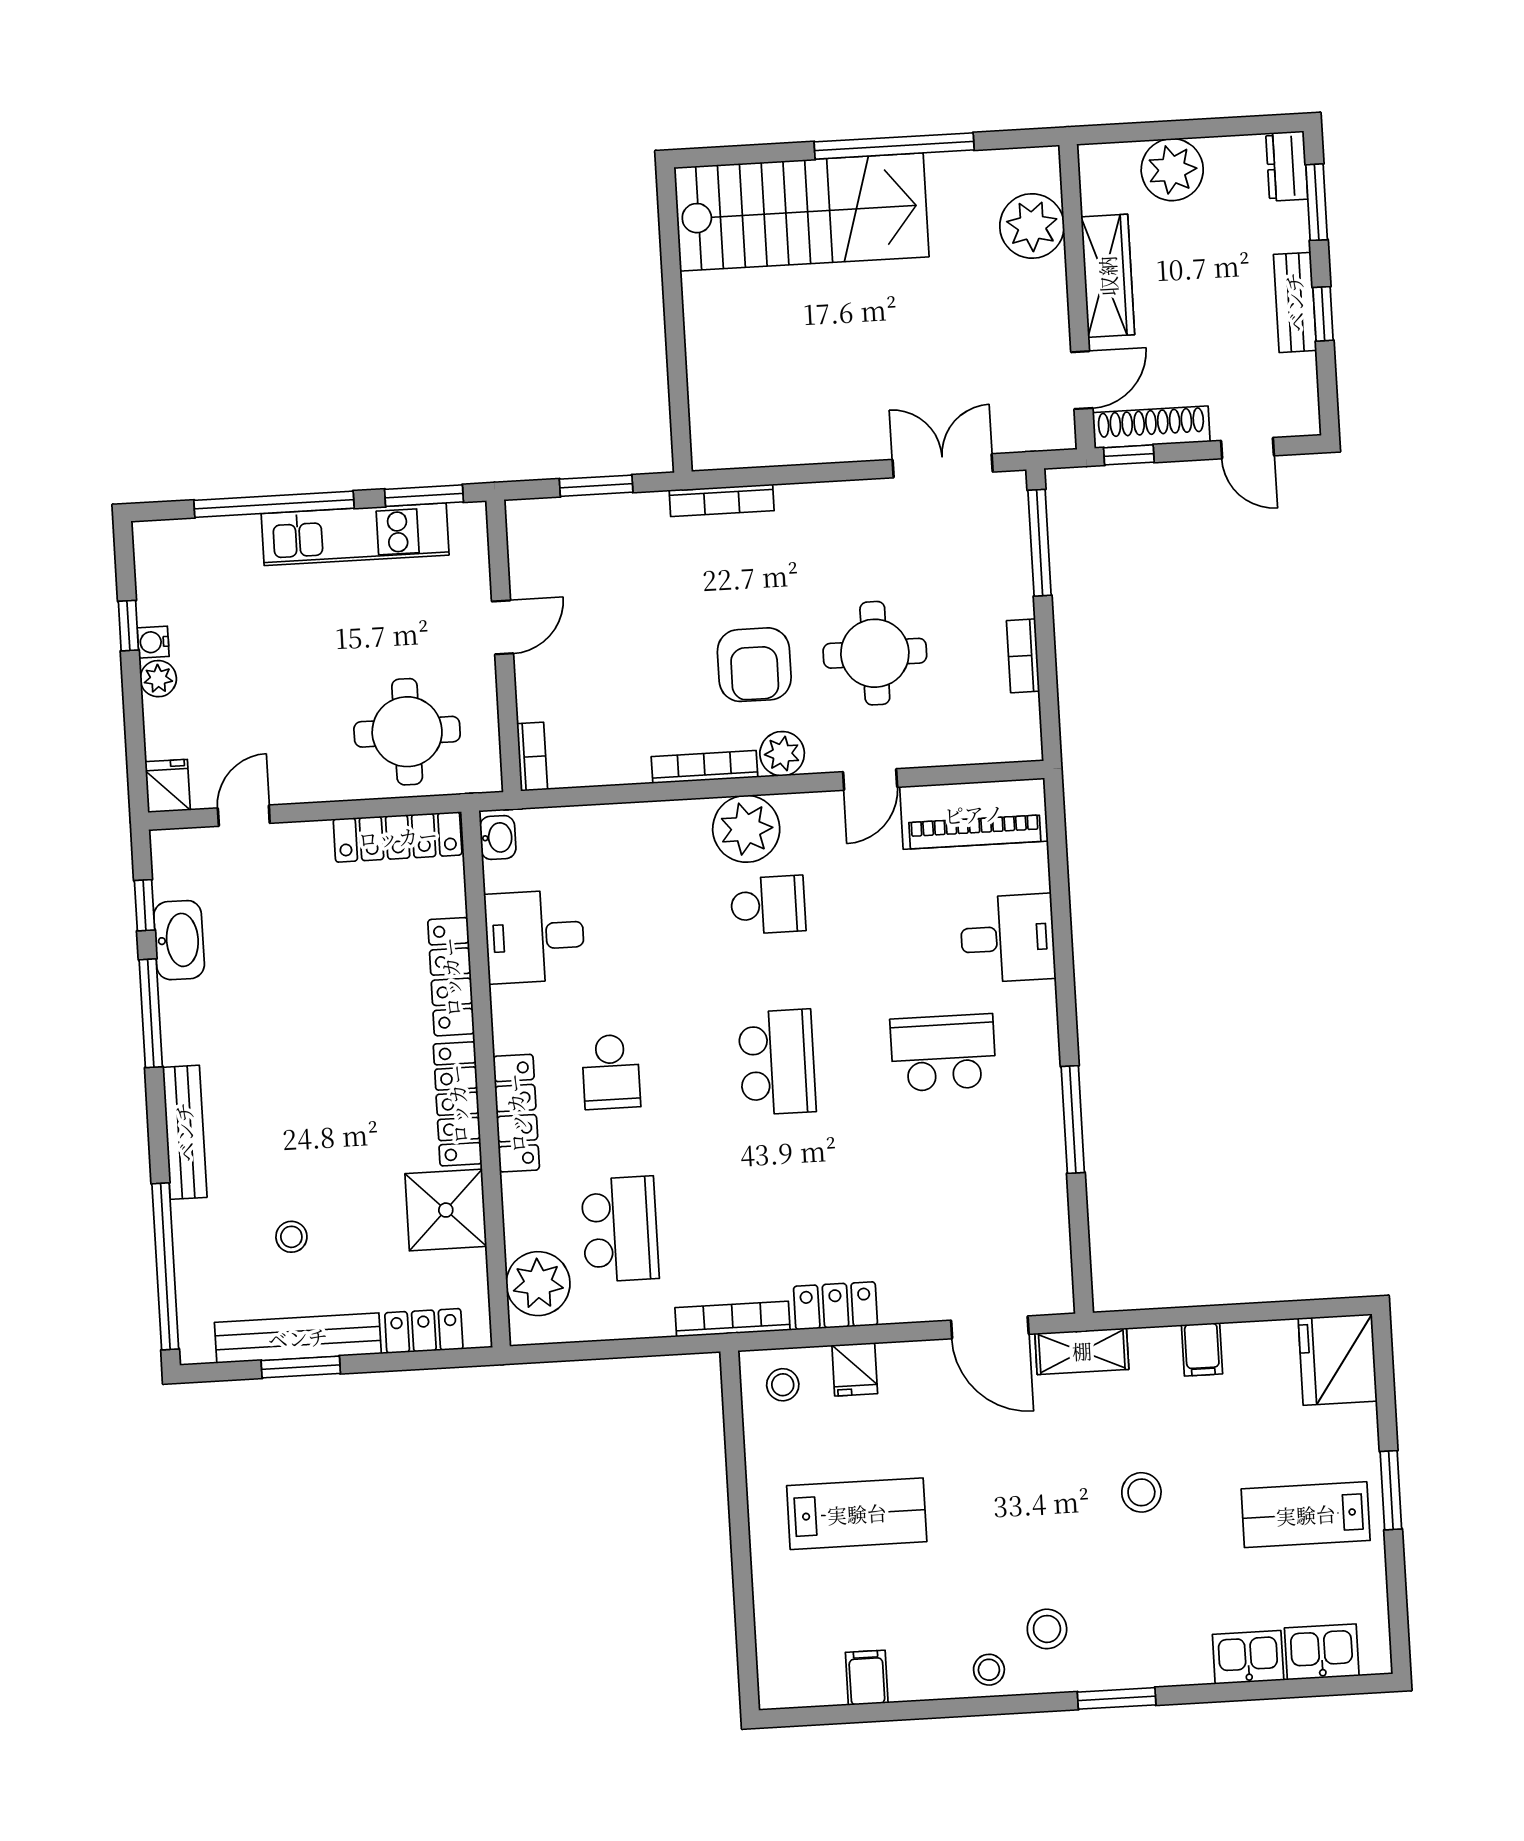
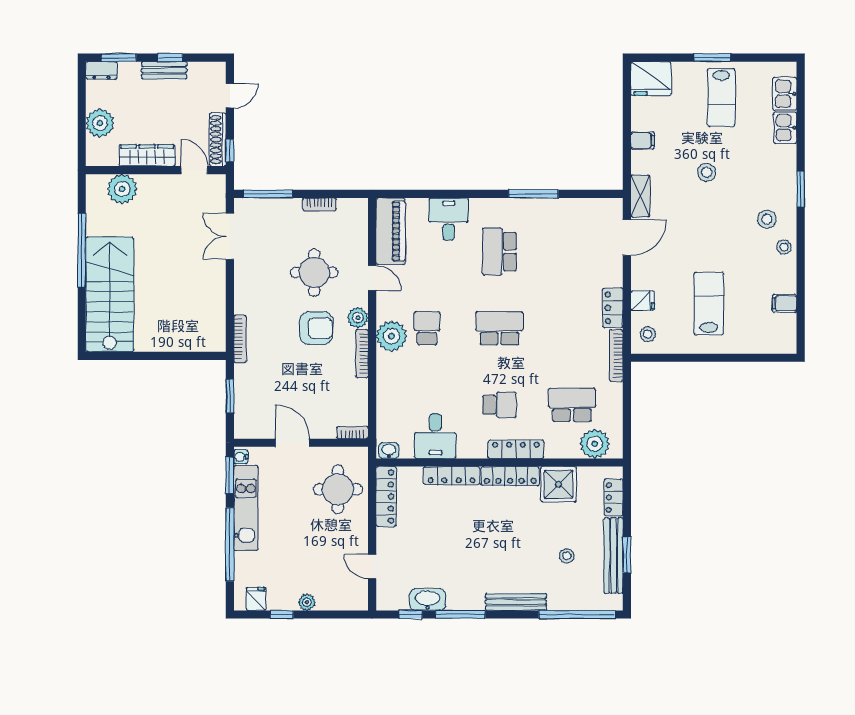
door: (503, 627) -> (292, 443), width x1.38
water cooler: (153, 642) -> (241, 457), moved, turned 90
fridge: (168, 786) -> (256, 599), moved, turned 90

